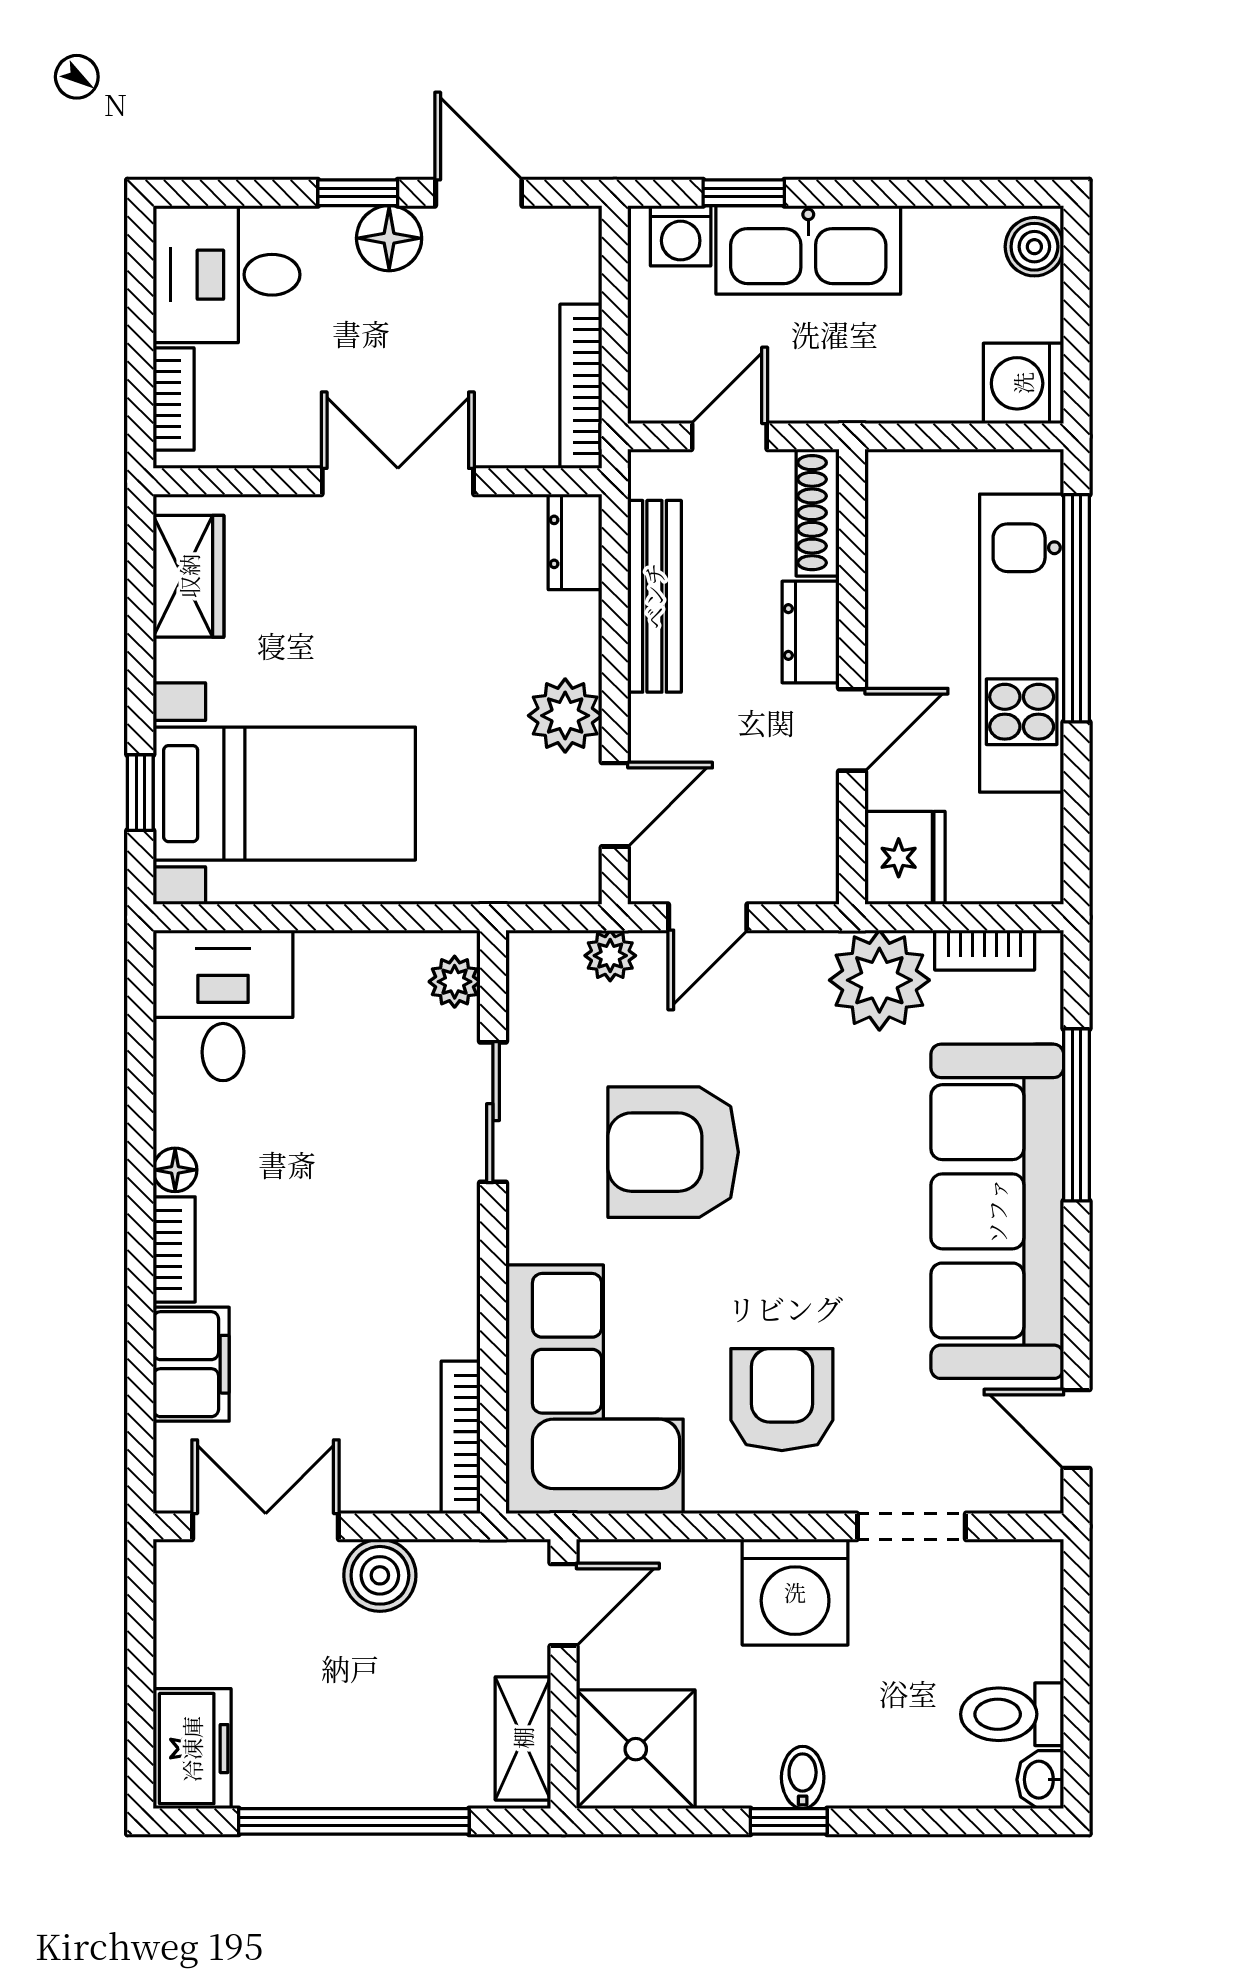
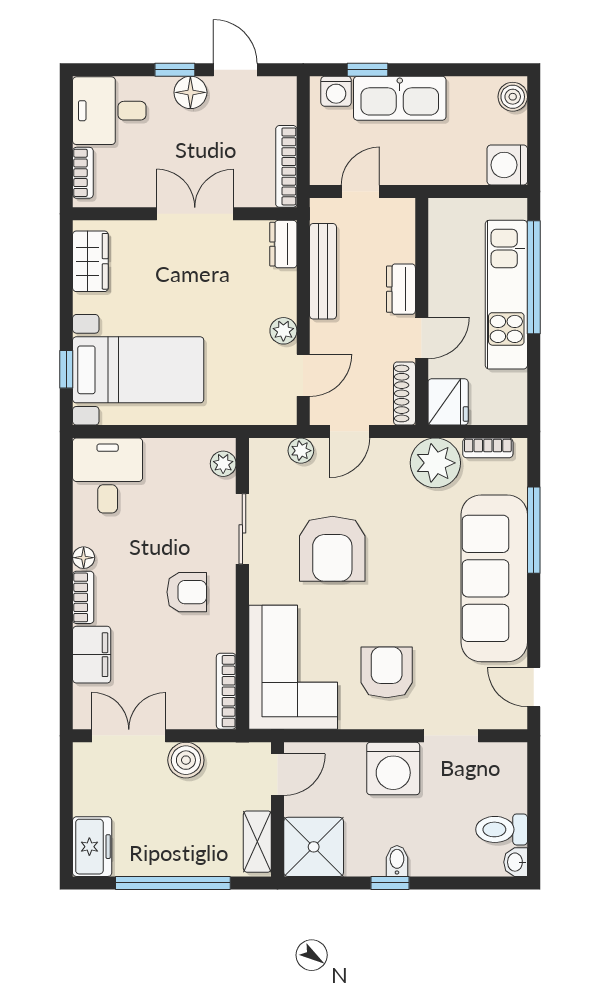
shoe rack: (818, 513) -> (404, 393), moved
plant: (565, 716) -> (283, 331), width x0.73, depth x0.73
armchair: (673, 1152) -> (332, 549), turned -90
armchair: (382, 1239) -> (187, 592), added

